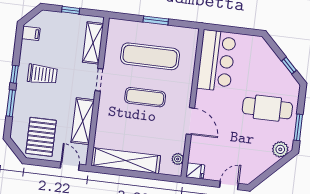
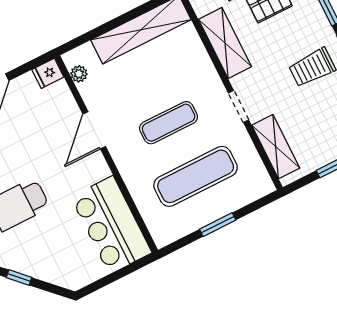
door: (190, 121) -> (94, 130), hinge flipped

